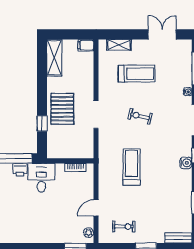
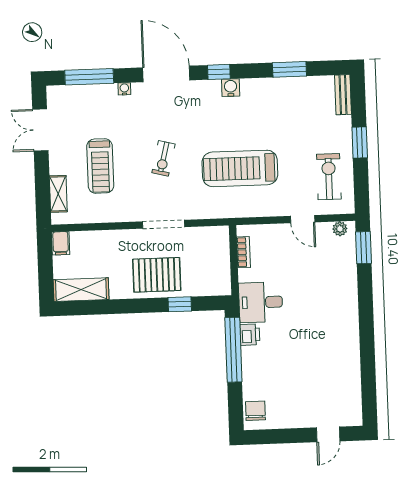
treadmill: (137, 74) -> (100, 166), turned 180
treadmill: (132, 167) -> (240, 168), width x1.37, depth x1.37
exercise bike: (124, 226) -> (329, 177), width x1.38, depth x1.39

